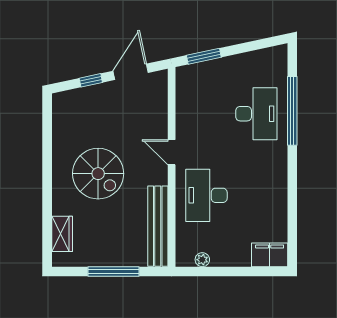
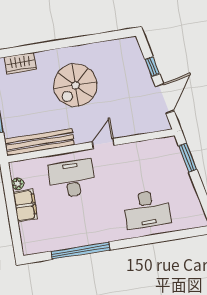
door: (131, 72) -> (165, 99), hinge flipped
window: (292, 111) -> (80, 251), moved
filing cabinet: (270, 255) -> (25, 205), moved

